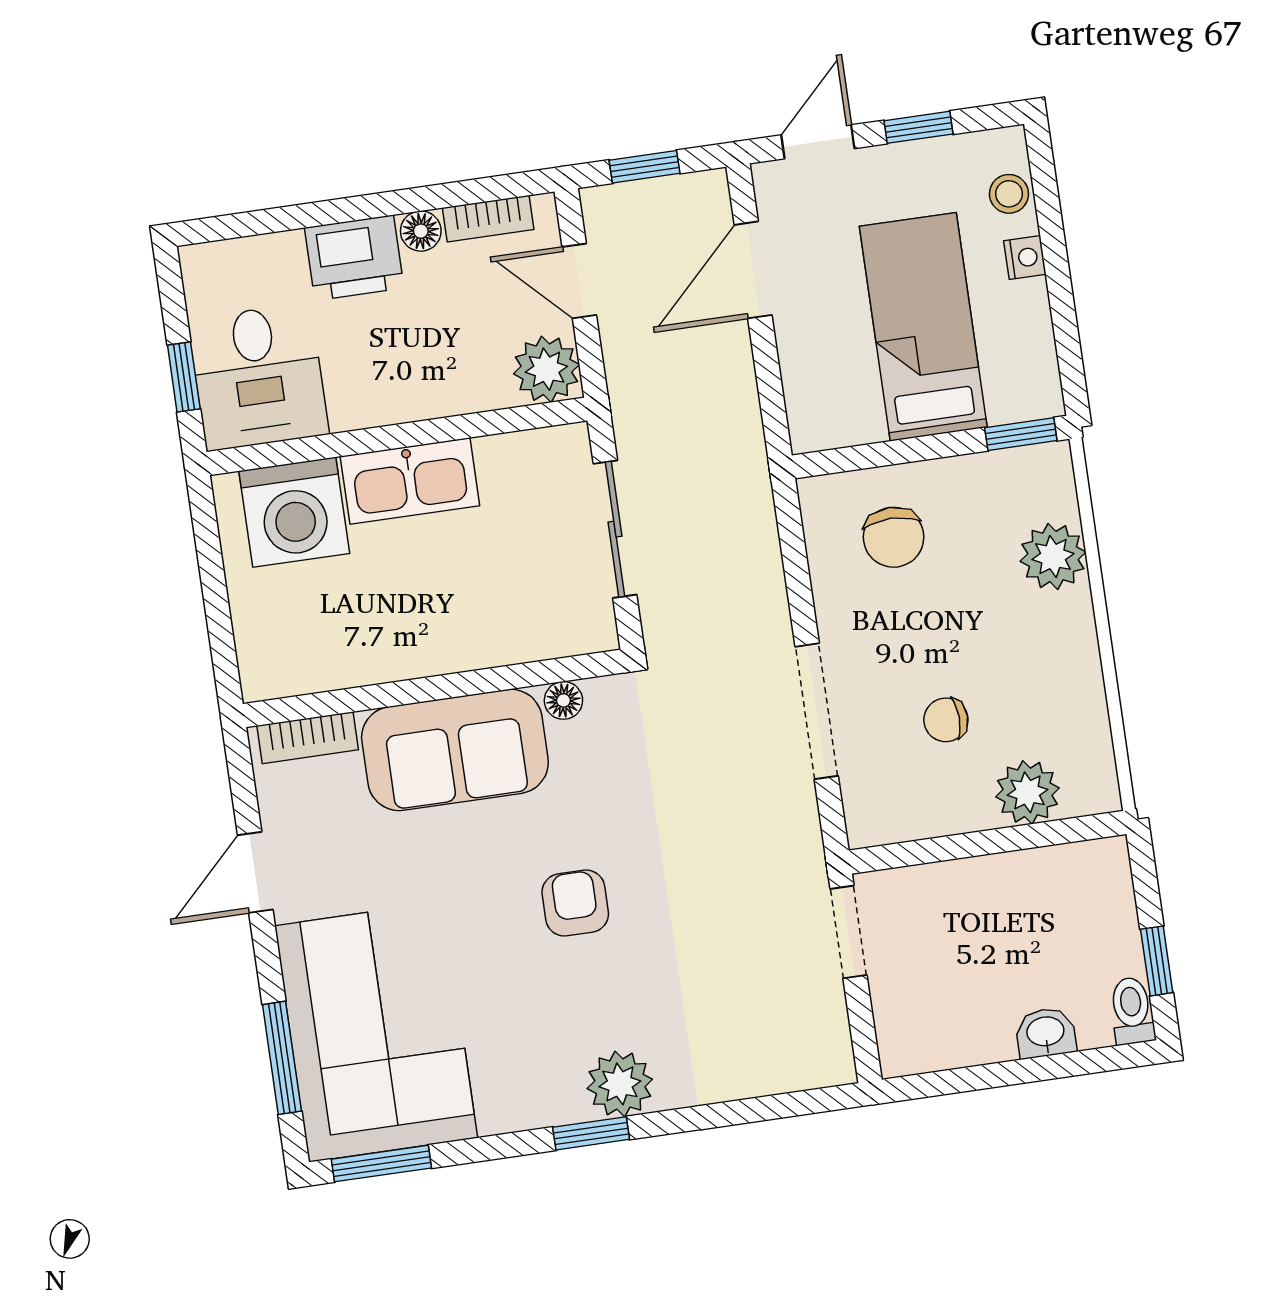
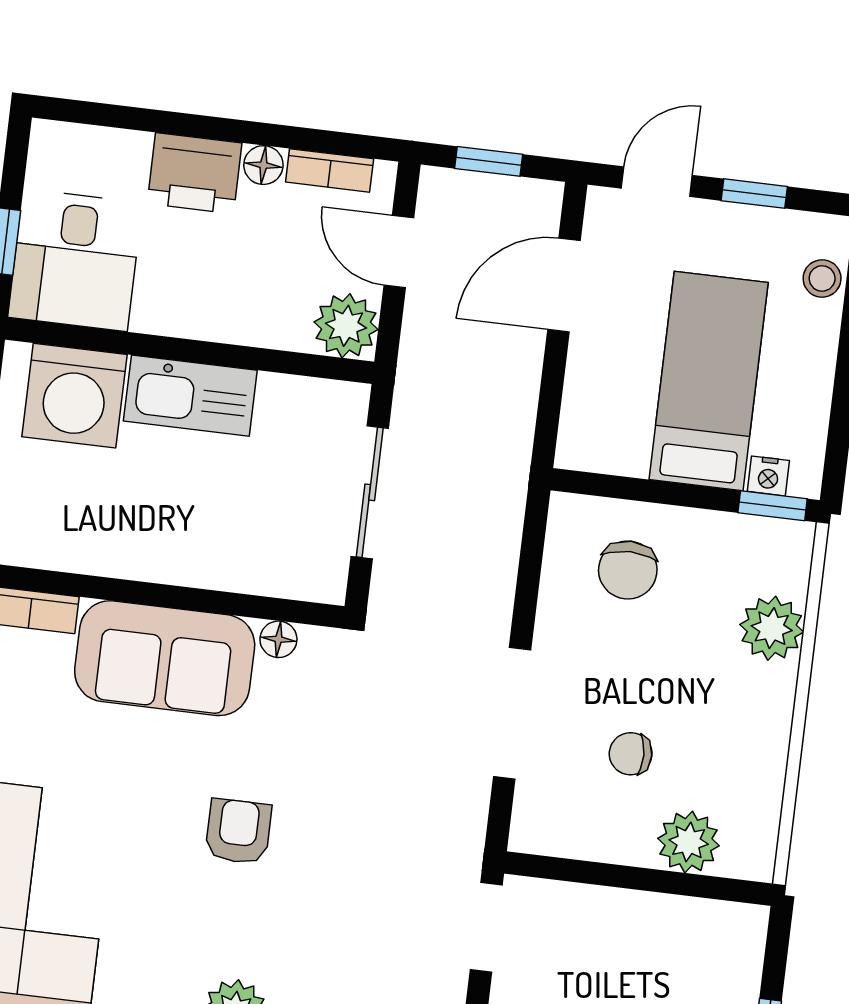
nightstand: (1025, 258) -> (768, 476), moved, turned 90

